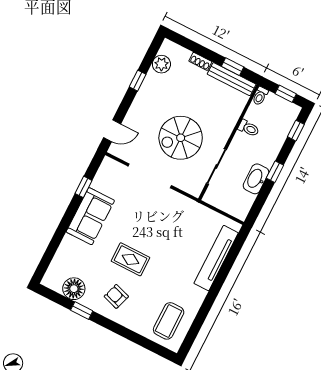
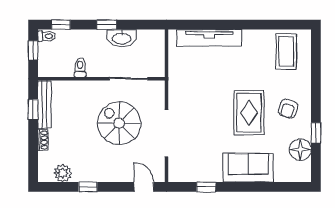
toilet: (260, 96) -> (47, 36), moved
spiral stairs: (181, 138) -> (119, 123), turned 180
sofa: (90, 216) -> (248, 168), moved
rug: (131, 259) -> (249, 113), width x1.36, depth x1.43
coffee table: (169, 321) -> (286, 51), turned 90

